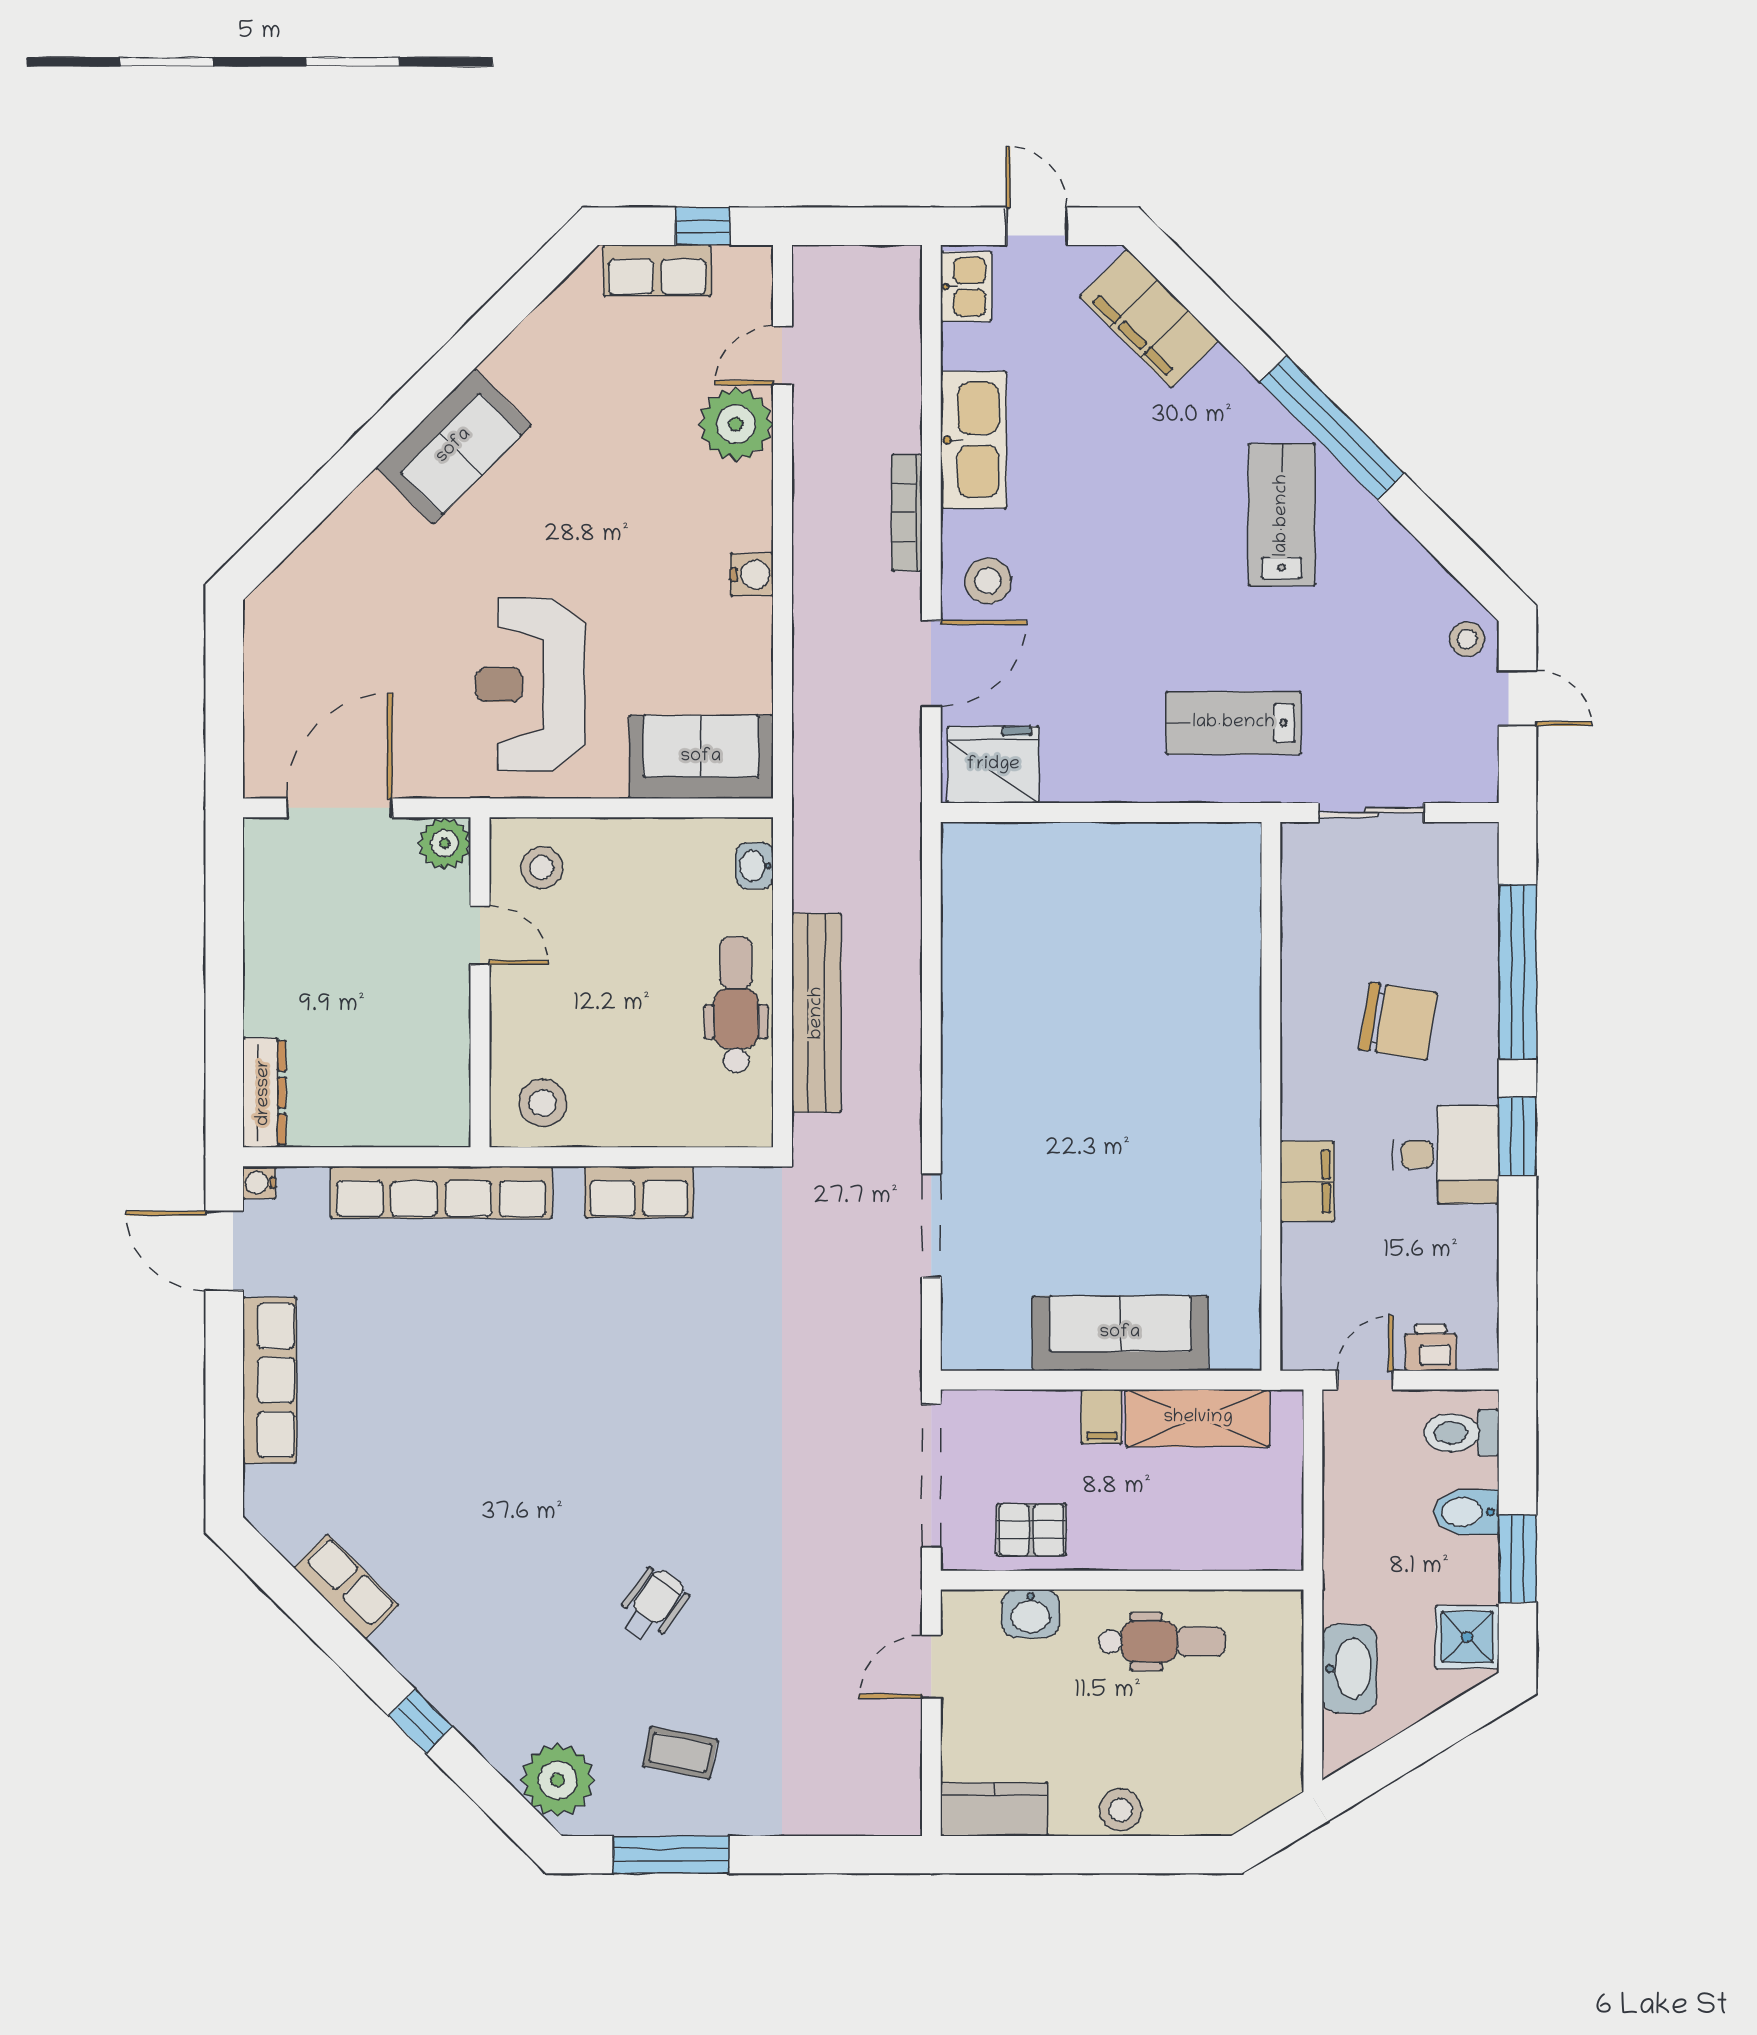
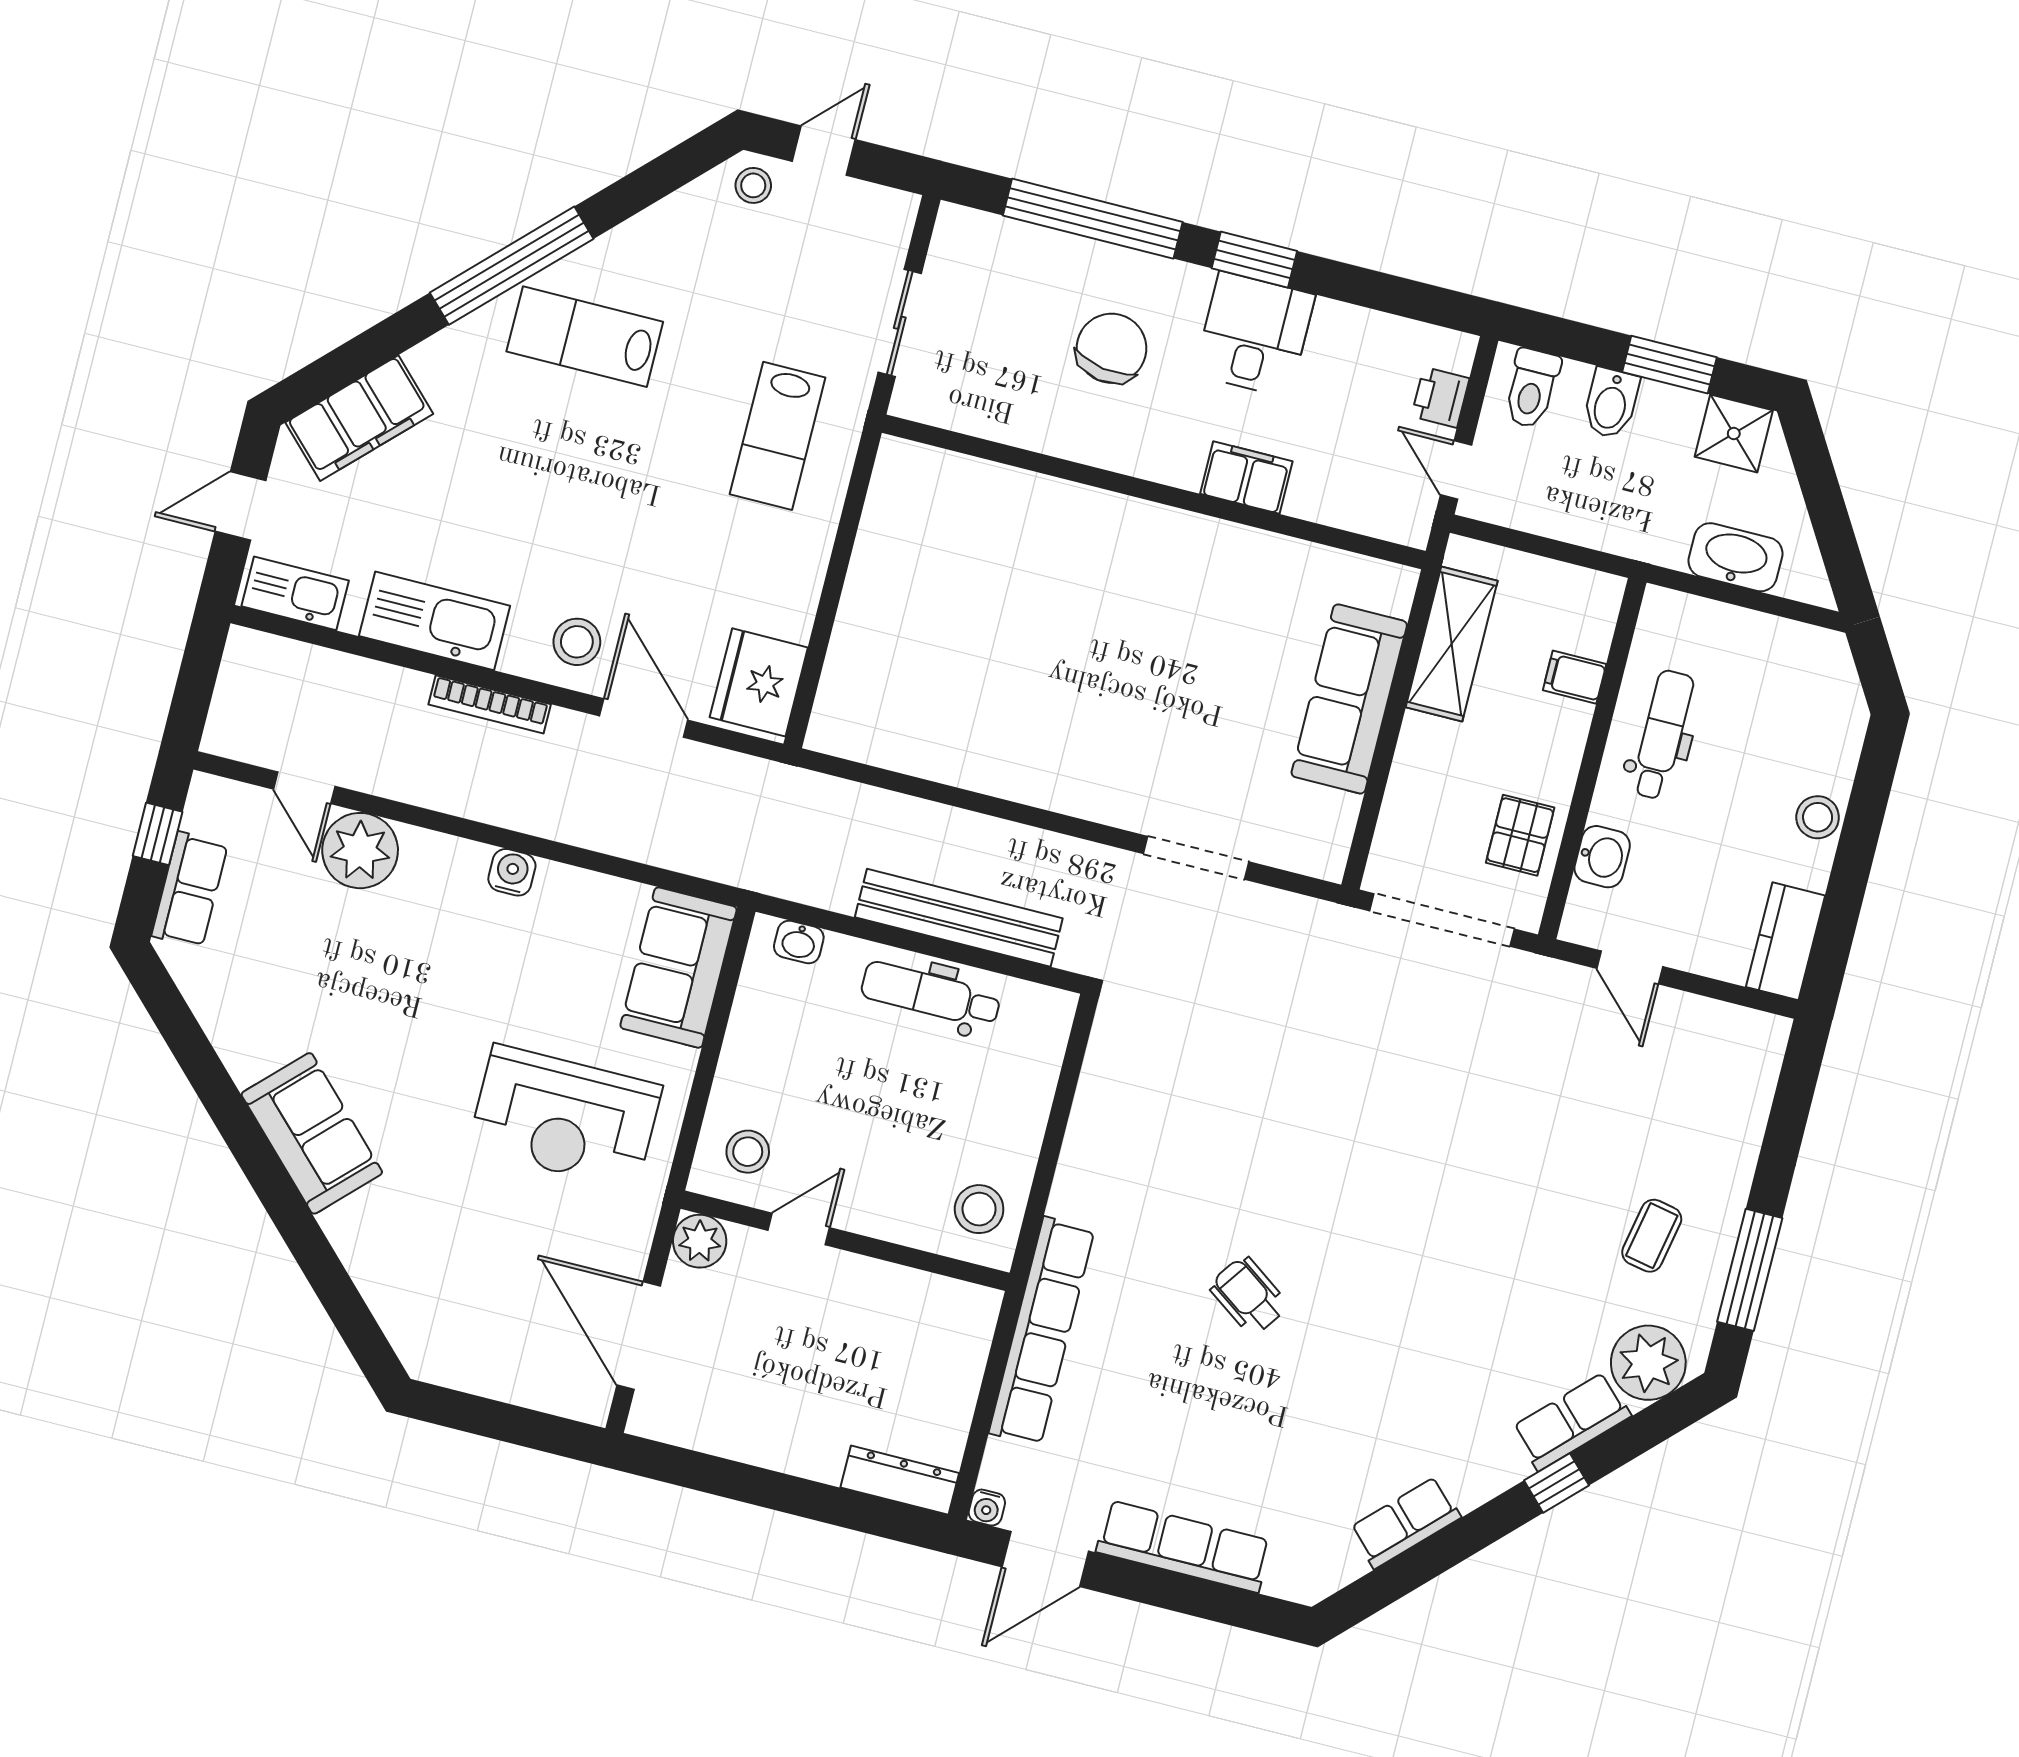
kitchen sink: (966, 287) -> (295, 593), width x1.38
row of seats: (639, 1192) -> (1572, 1421), moved, turned -135
filing cabinet: (1102, 1417) -> (1575, 677), moved, turned 180
wheelchair: (653, 1605) -> (1249, 1296), moved

